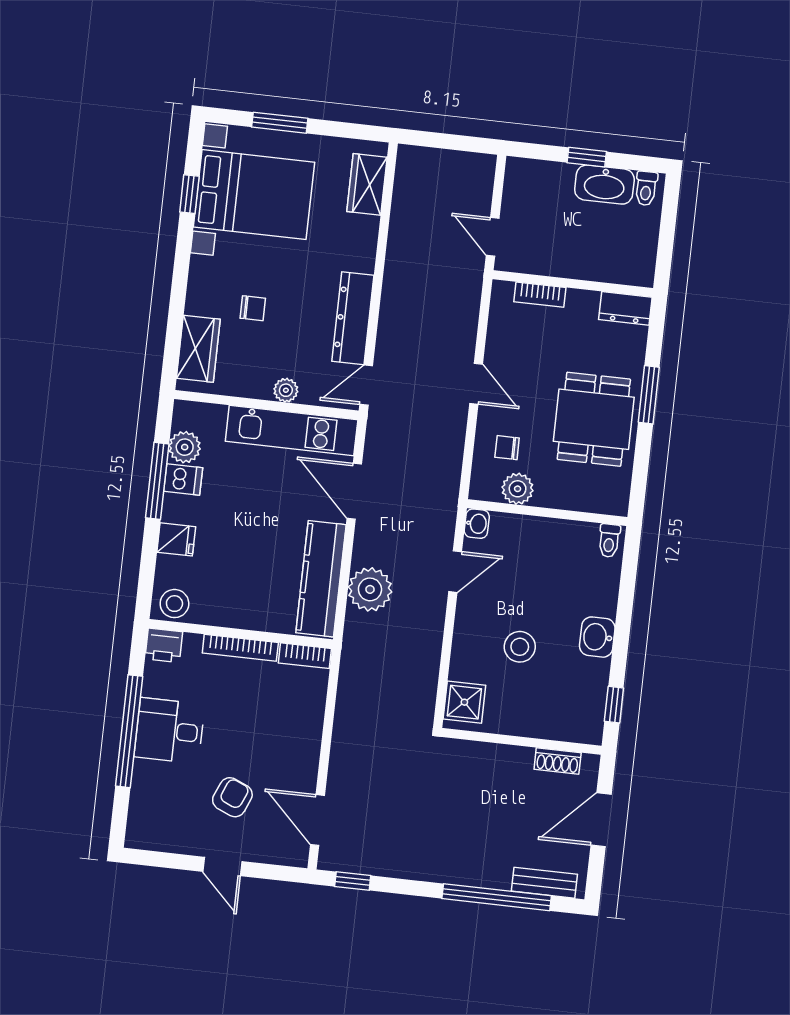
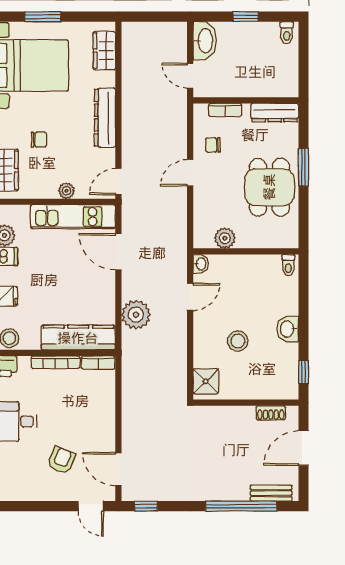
washbasin: (604, 185) -> (205, 41), moved, turned -90
dresser: (625, 308) -> (275, 113), width x1.44
dresser: (353, 318) -> (105, 118), moved
door: (476, 384) -> (190, 173), swing flipped
chair: (507, 448) -> (213, 145), moved
kitchen counter: (321, 579) -> (78, 338), moved, turned 90
door: (222, 866) -> (91, 506), moved

